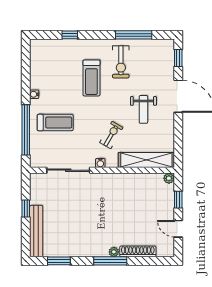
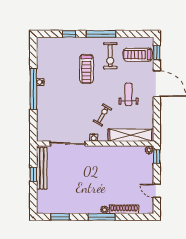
window: (134, 35) -> (101, 34), moved
weight bench: (143, 109) -> (129, 94), turned 180
treadmill: (55, 122) -> (138, 55), moved, turned 180
window: (26, 130) -> (33, 89), moved
window: (178, 200) -> (157, 157), moved
bench: (36, 231) -> (42, 168), moved

